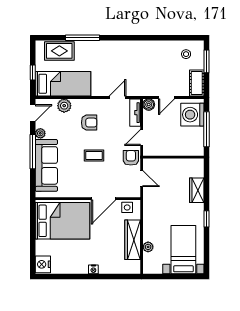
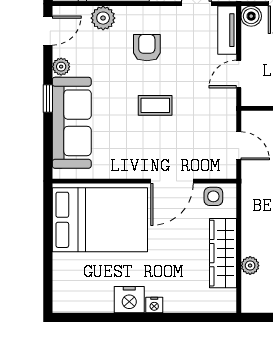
armchair: (89, 123) -> (147, 48), turned -90
window: (33, 152) -> (48, 99), width x0.46
armchair: (131, 158) -> (220, 109), removed
nightstand: (43, 264) -> (129, 300), moved, turned -90

